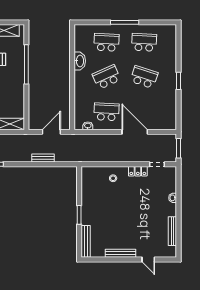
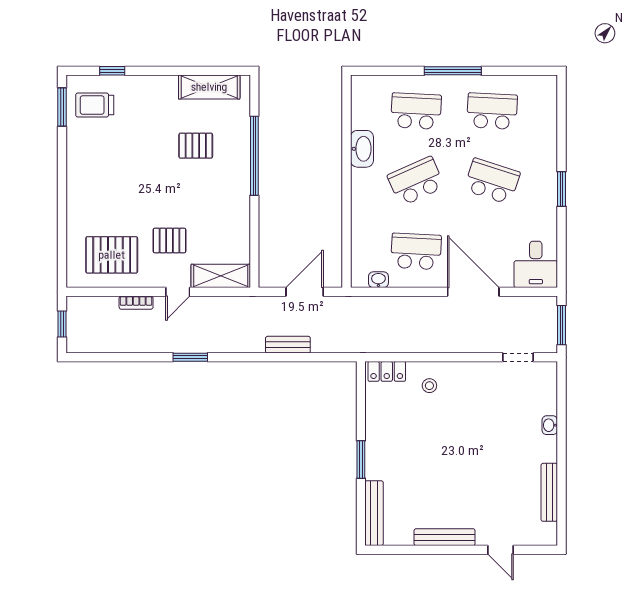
desk: (166, 118) -> (536, 264), added
locker: (138, 171) -> (387, 371), moved

